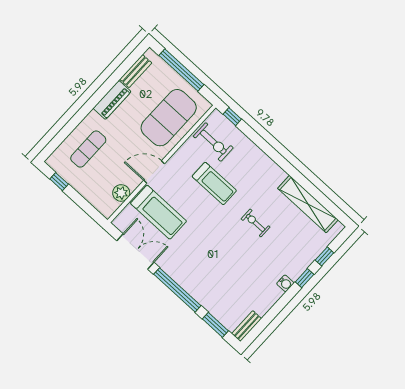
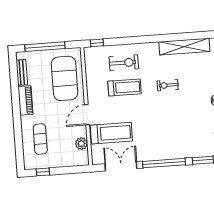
exercise bike: (213, 142) -> (124, 63), moved

